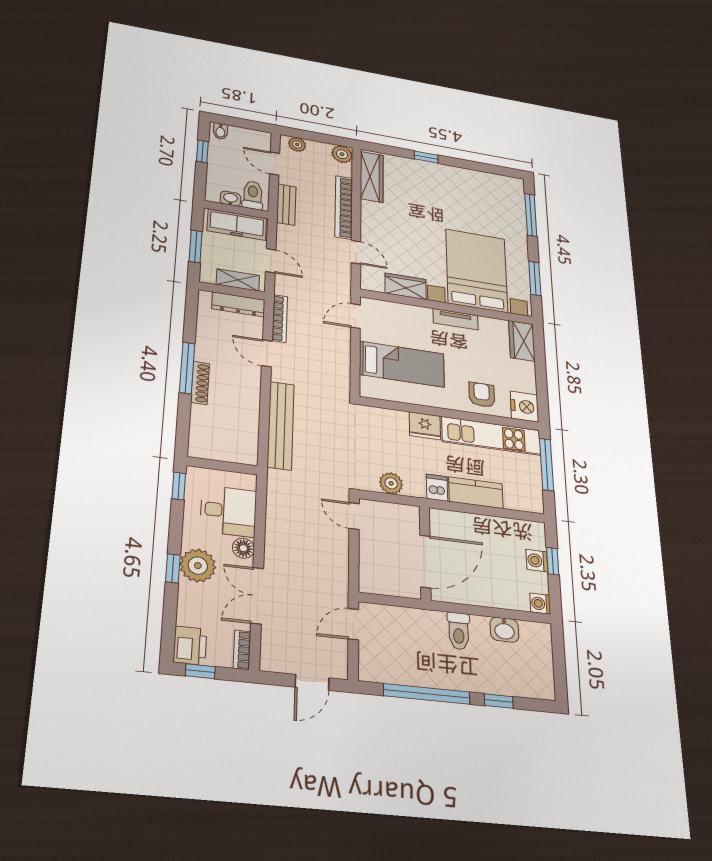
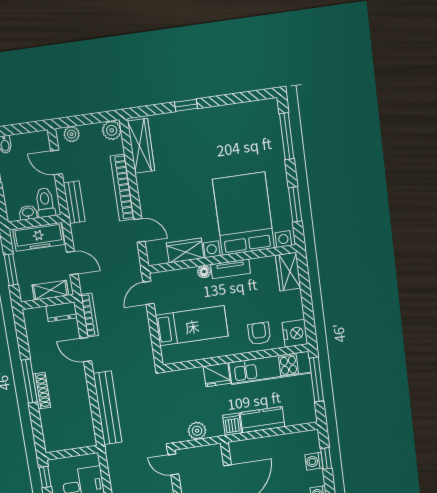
dresser: (238, 304) -> (62, 312), width x0.70
floor lamp: (424, 313) -> (204, 272), added

